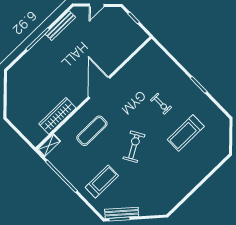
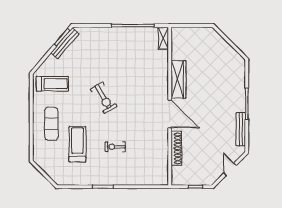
shoe rack: (119, 59) -> (176, 148), added
wardrobe: (57, 116) -> (179, 79), moved
exercise mat: (92, 131) -> (51, 124), moved
treadmill: (102, 181) -> (52, 84), moved, turned -90

